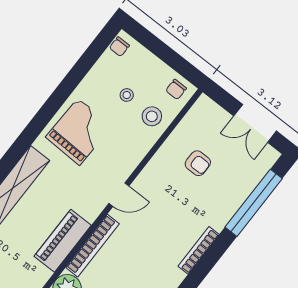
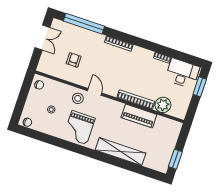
stool: (152, 116) -> (78, 98), moved
grand piano: (79, 132) -> (79, 128), turned -92
door: (119, 195) -> (95, 92), moved

